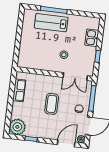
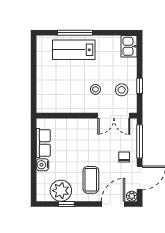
kitchen sink: (92, 38) -> (129, 46), moved
stool: (84, 58) -> (122, 90), added
coffee table: (52, 104) -> (91, 180), moved
water cooler: (16, 107) -> (42, 165), added
plant: (17, 127) -> (61, 191), moved

